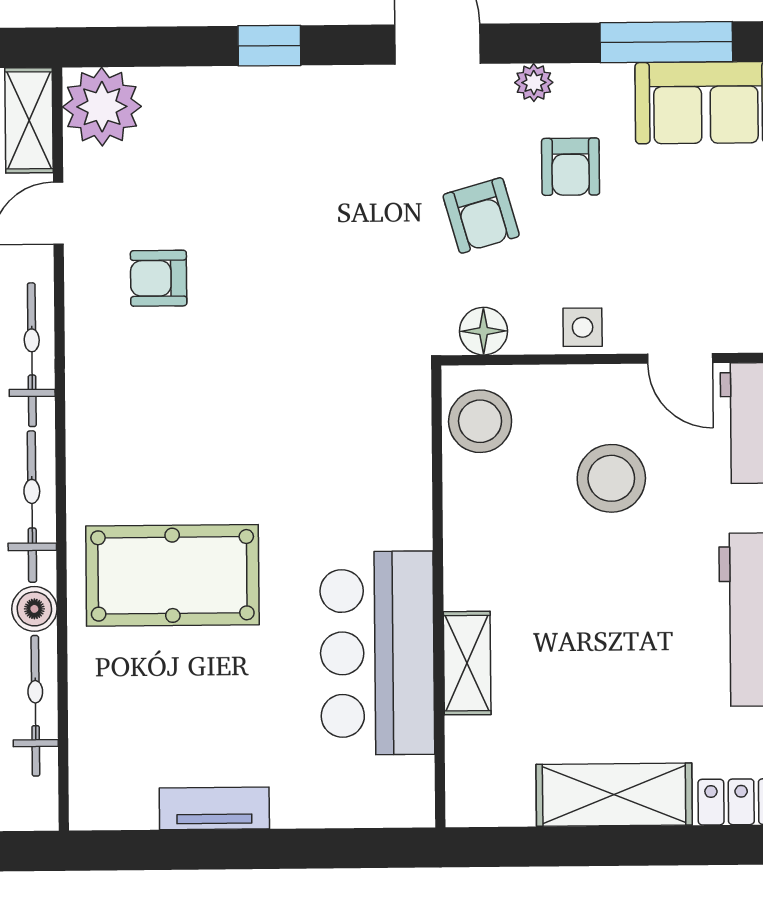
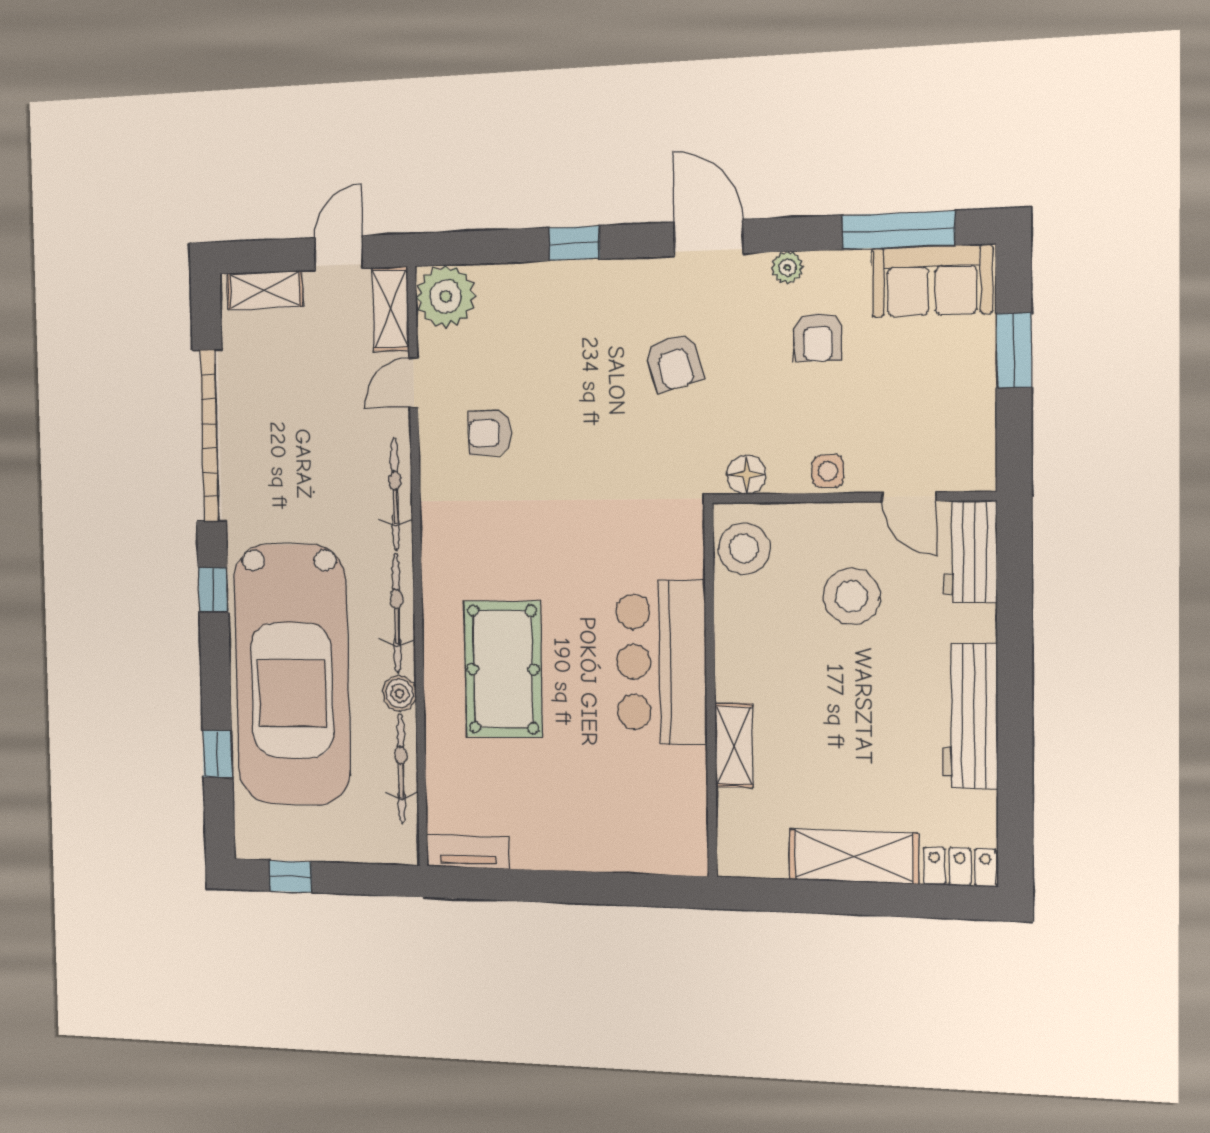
armchair: (481, 215) -> (674, 362), moved
pool table: (172, 575) -> (503, 669), turned 90
bar counter: (377, 653) -> (661, 662), moved
tv unit: (214, 808) -> (468, 851), moved

